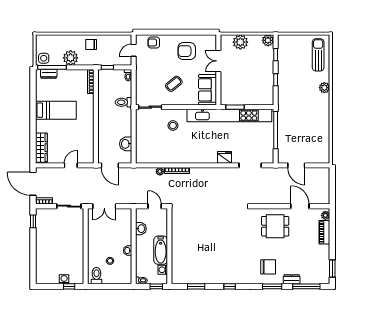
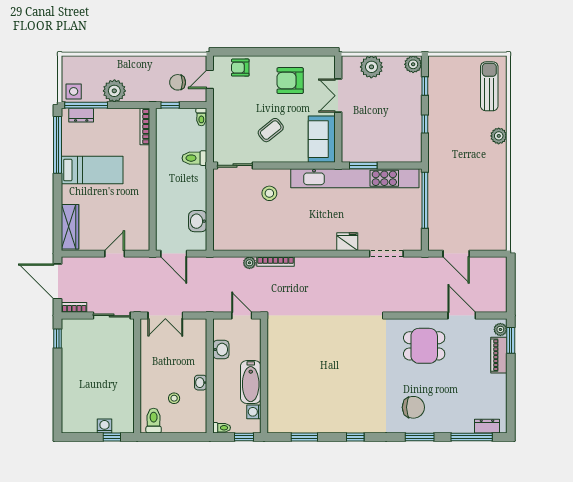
chair: (91, 45) -> (178, 82), moved
window: (33, 94) -> (57, 145), added
window: (332, 269) -> (511, 340), moved
dresser: (292, 279) -> (487, 426), moved

